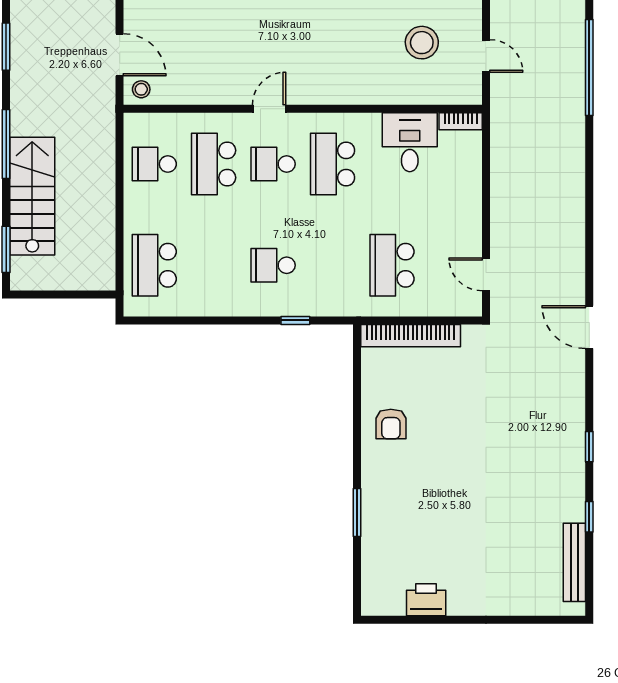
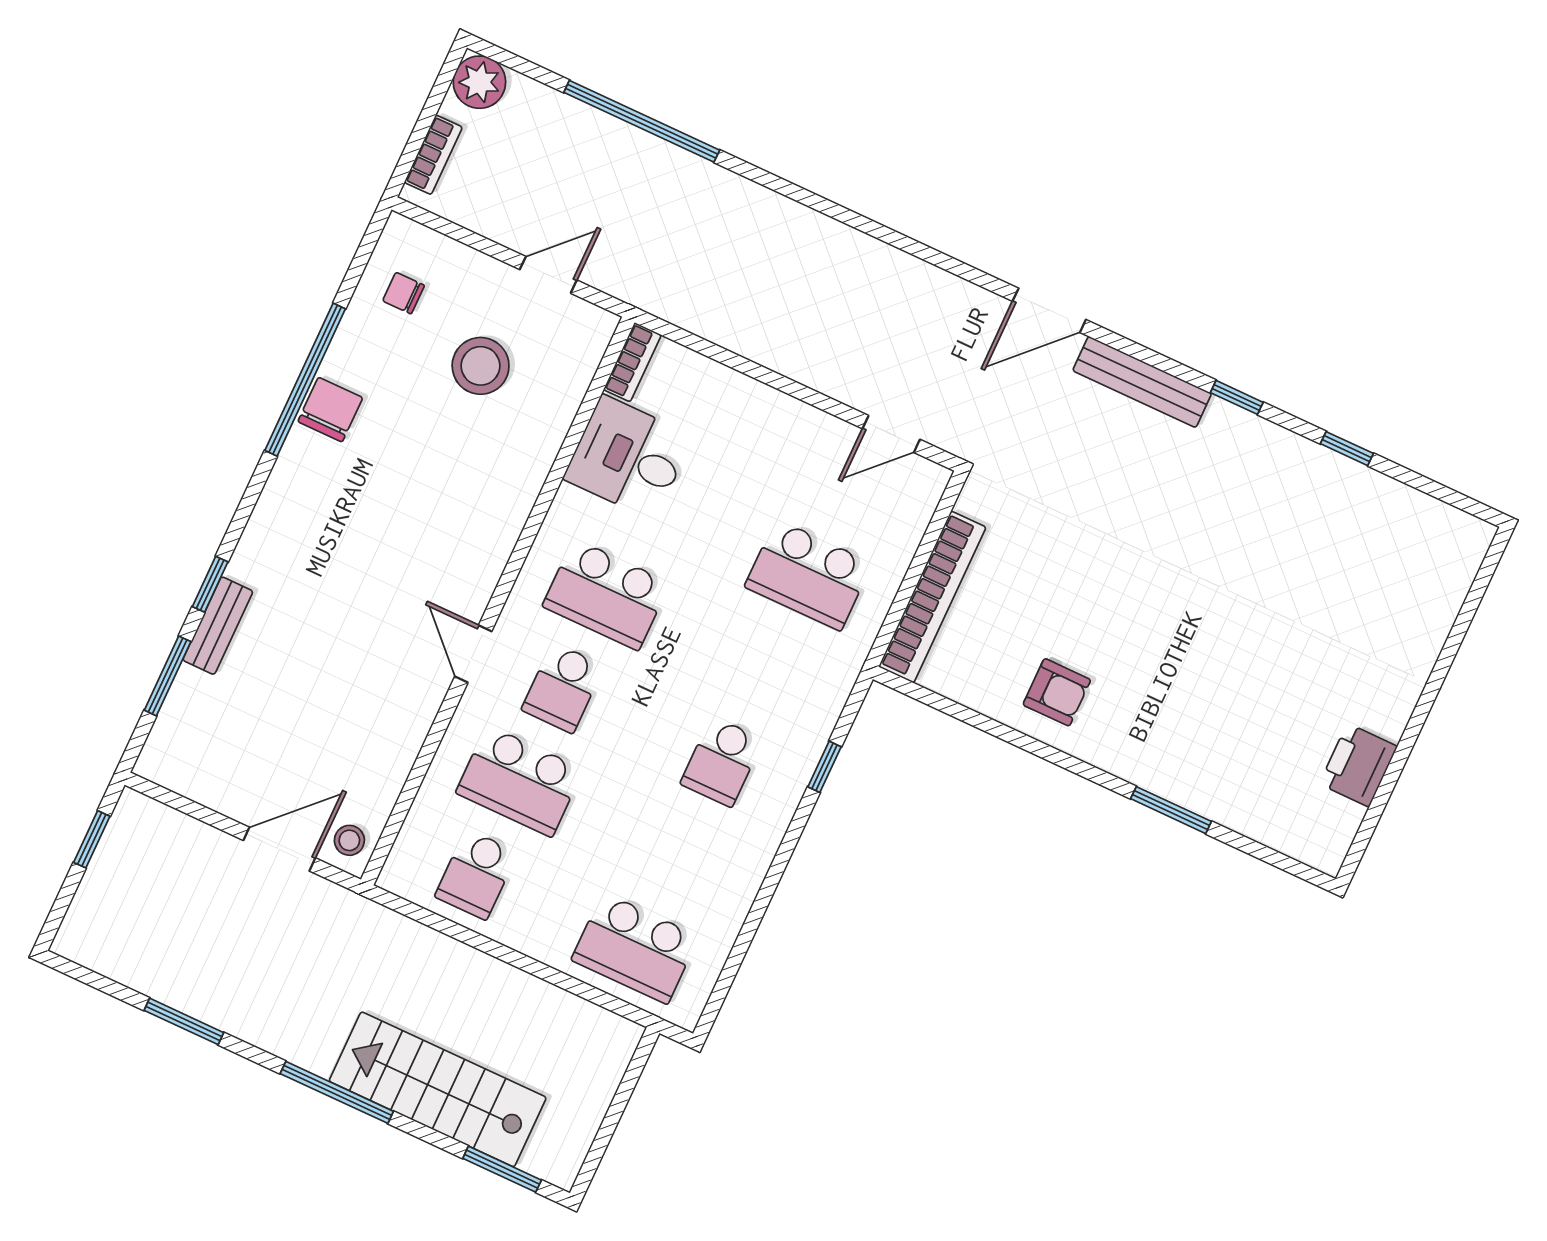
bench: (574, 562) -> (1142, 382), moved

